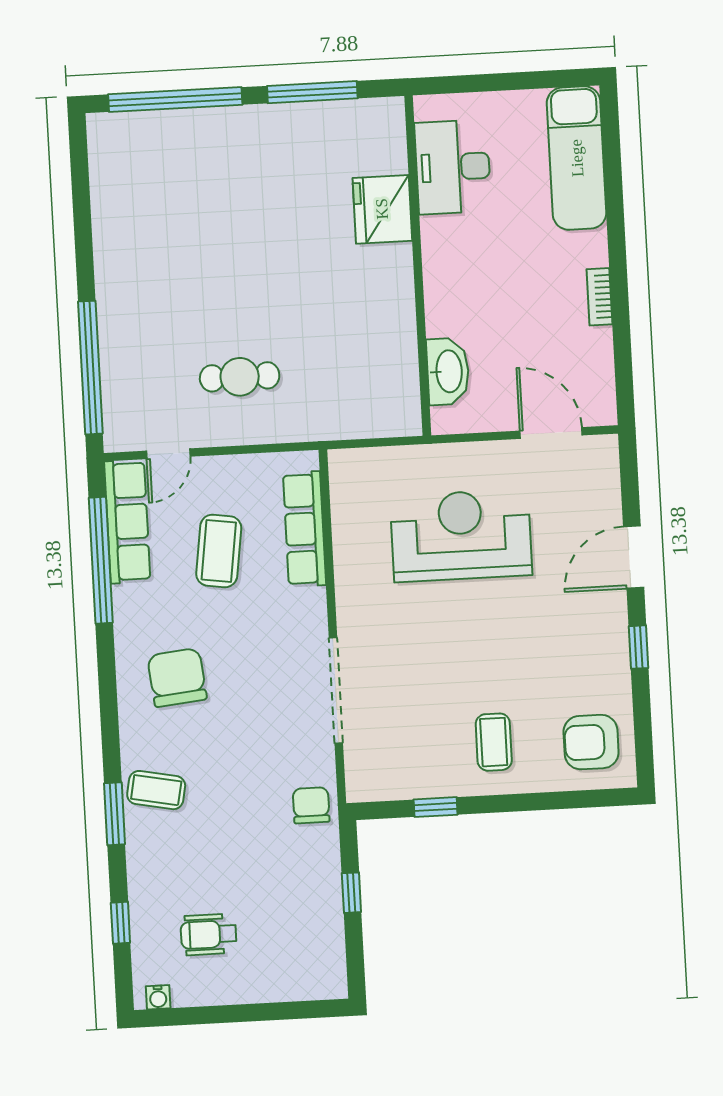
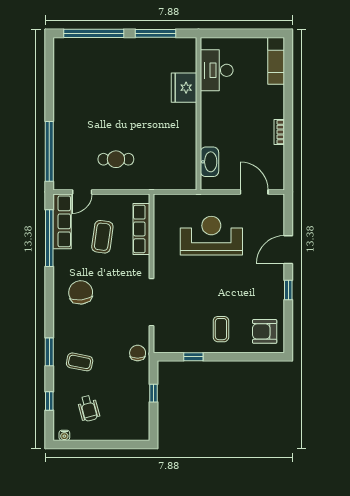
exam couch: (577, 158) -> (276, 61), width x0.73, depth x0.69
coffee table: (156, 790) -> (80, 362), moved
wheelchair: (209, 934) -> (89, 408), turned -105

